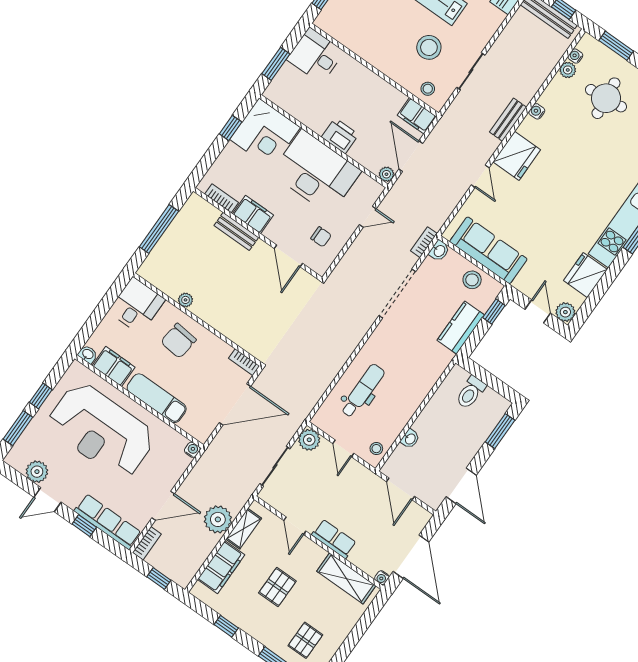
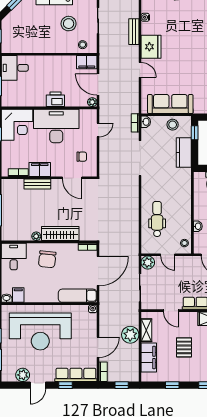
wardrobe: (220, 319) -> (60, 233), added
filing cabinet: (114, 366) -> (18, 295), width x0.50
exam couch: (157, 398) -> (78, 296), moved

